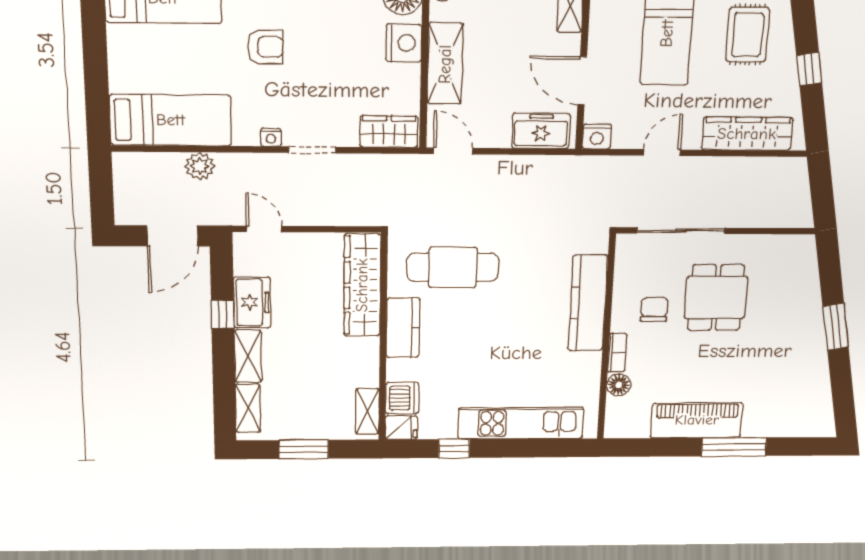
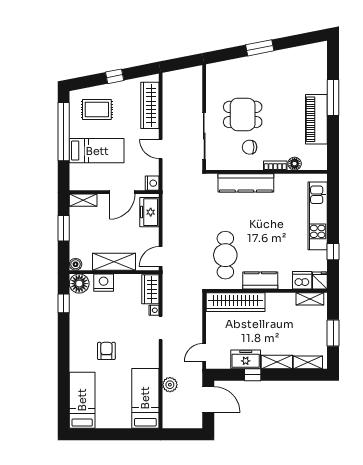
nightstand: (271, 137) -> (154, 310), moved

